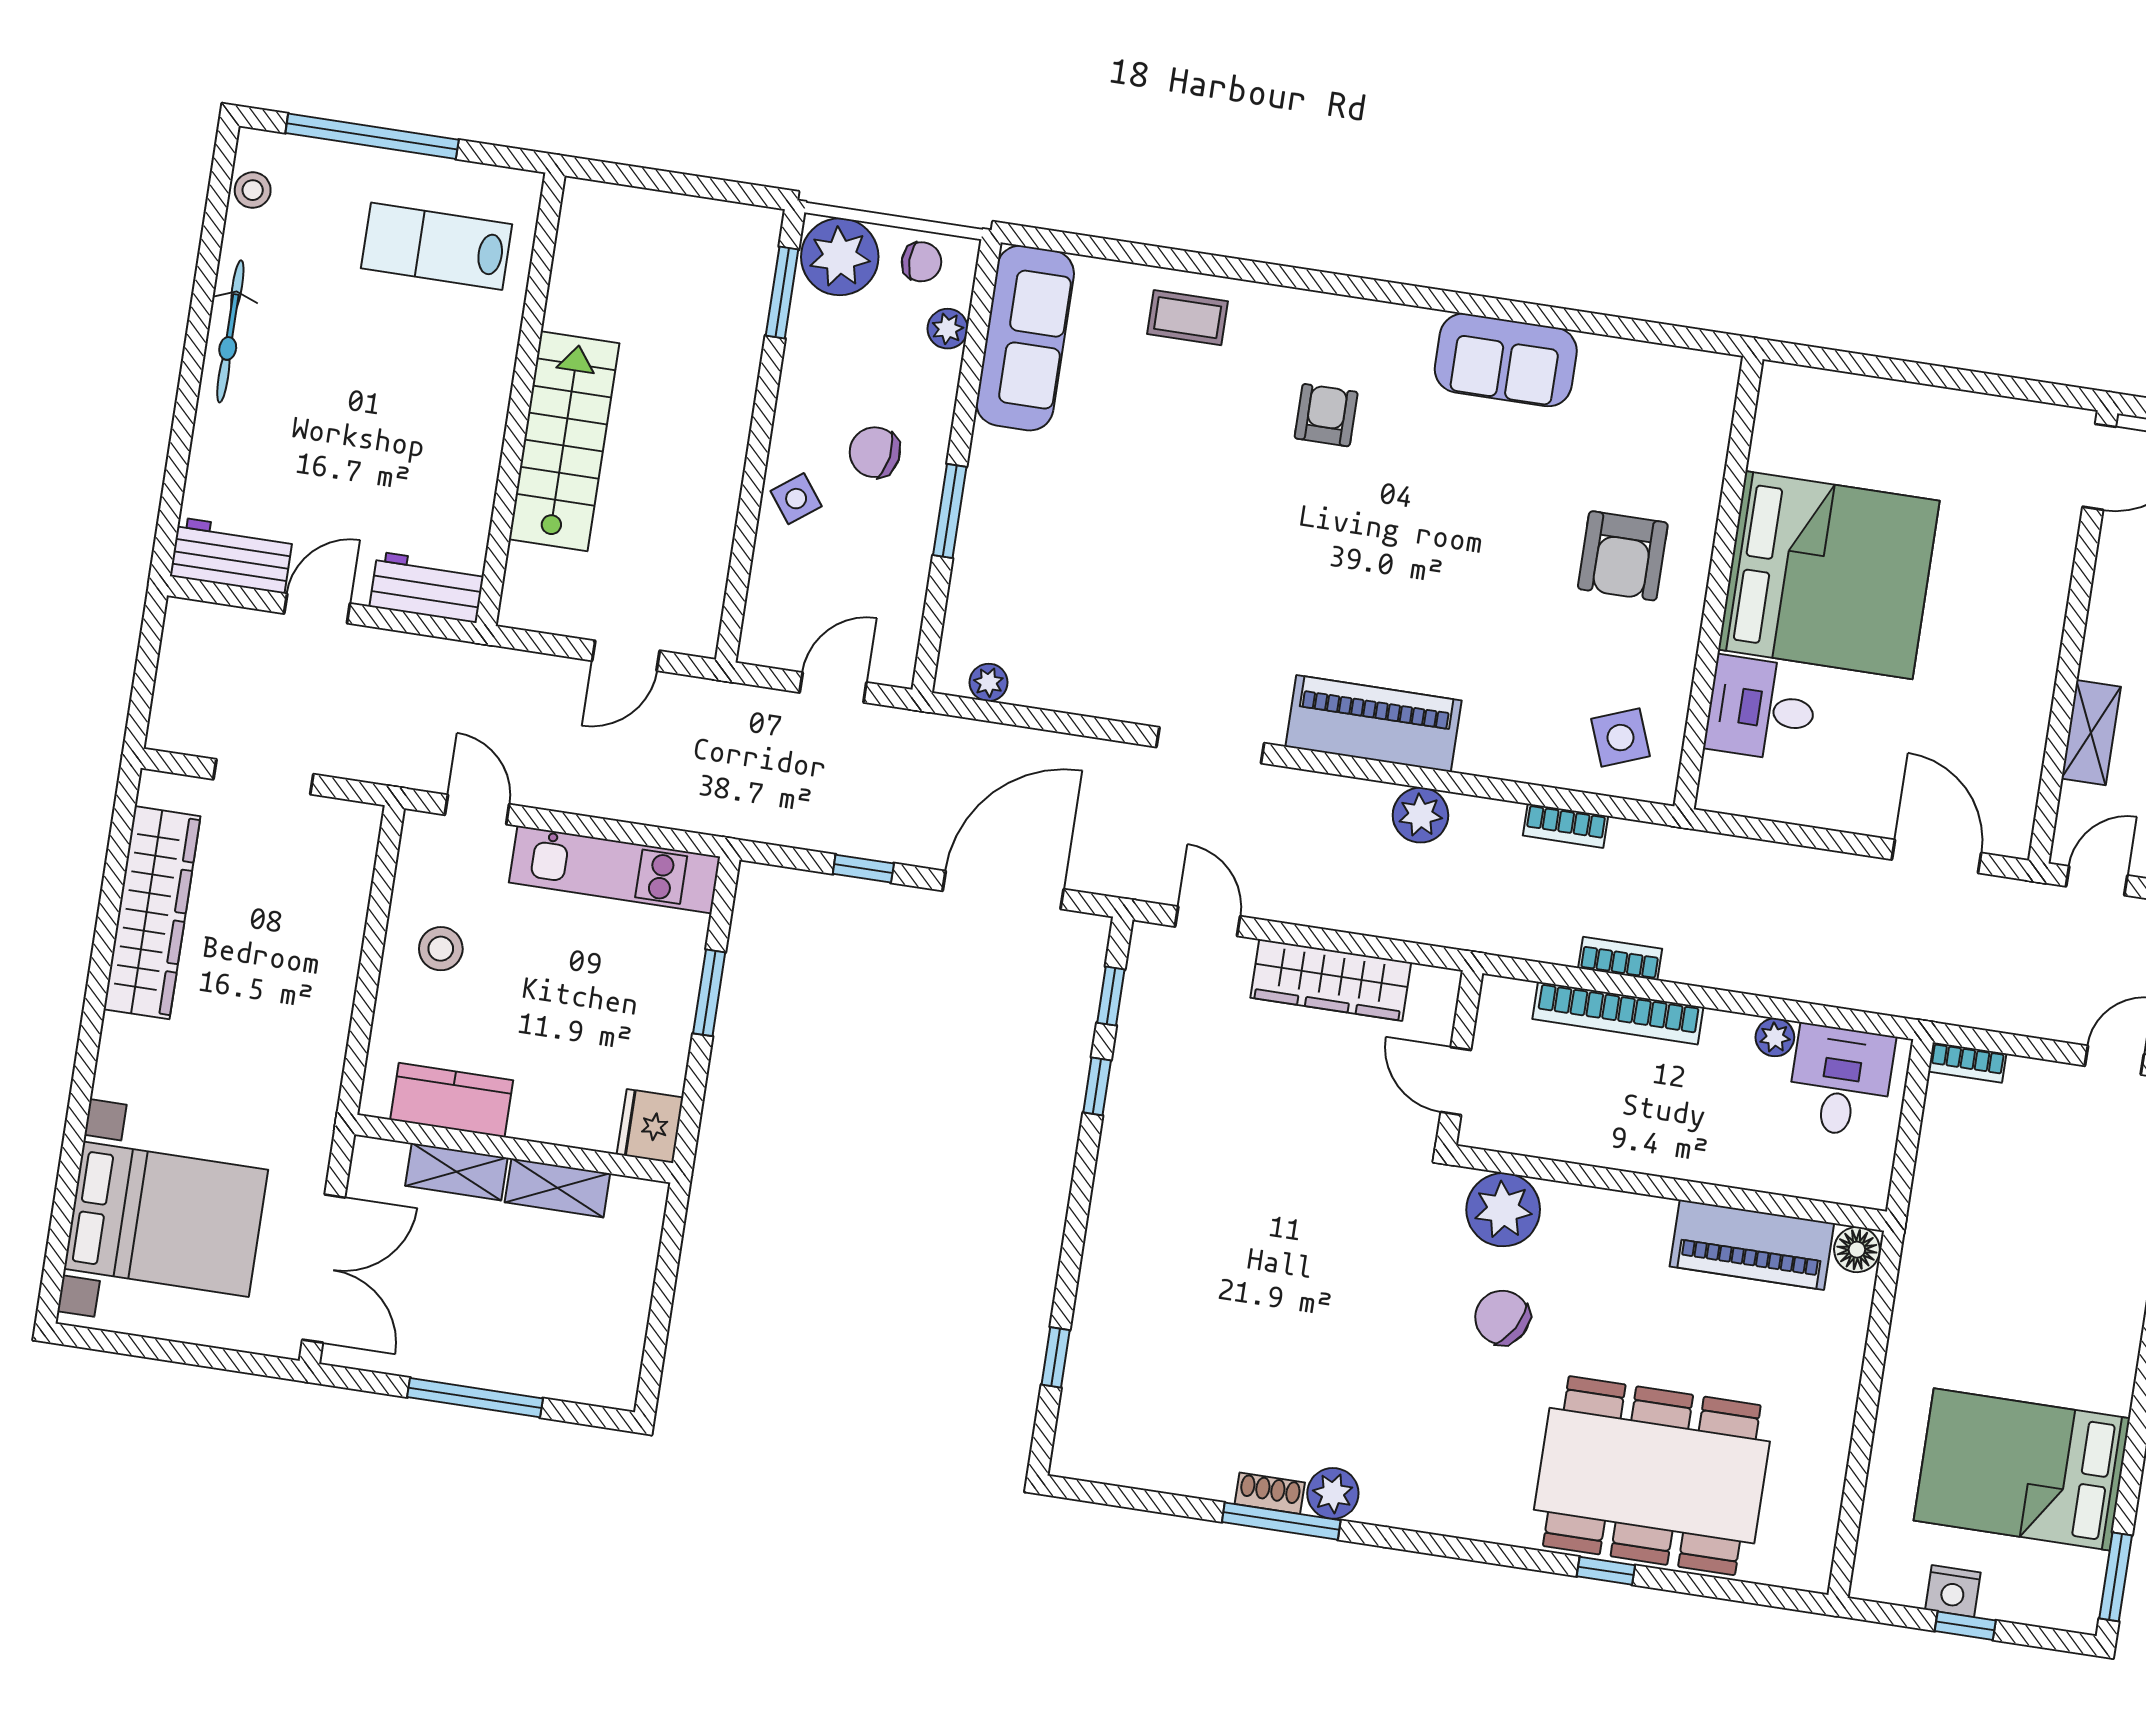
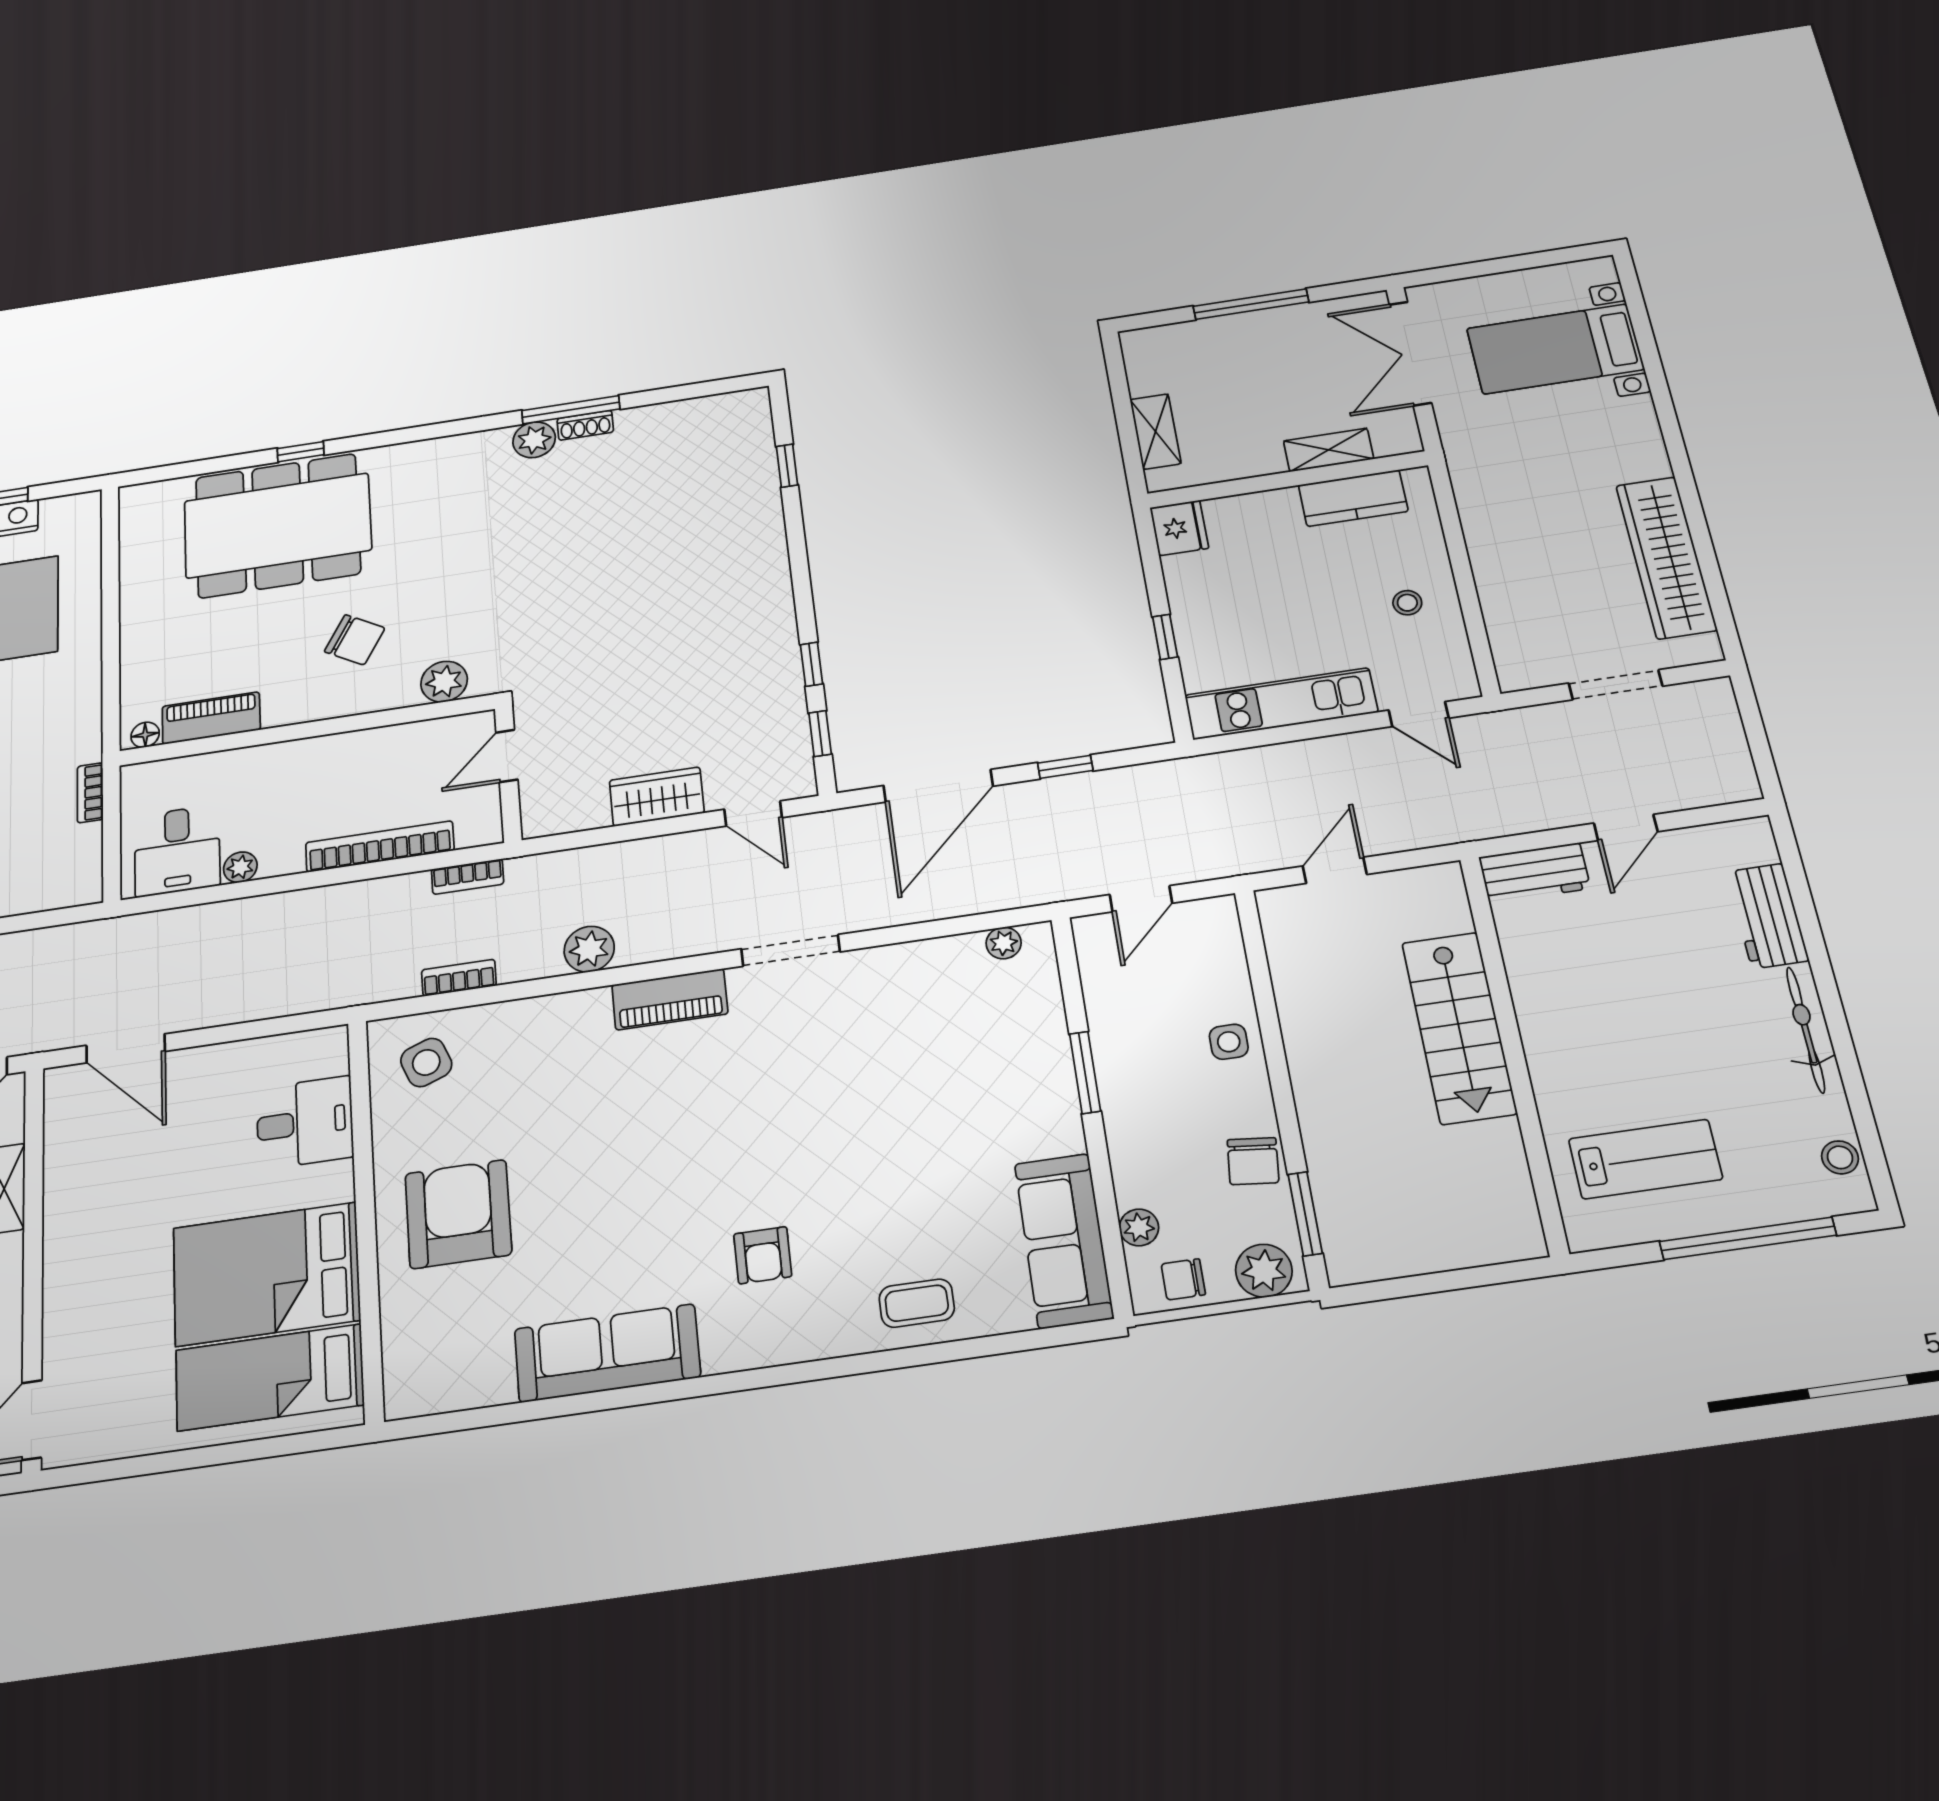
plant: (840, 257) -> (1264, 1271), width x0.73, depth x0.73
sofa: (1506, 360) -> (607, 1353), width x1.36
bed: (1849, 438) -> (270, 1377), added
chair: (875, 452) -> (1253, 1161), moved, turned 87
side table: (796, 499) -> (1229, 1042), turned 37
workbench: (232, 555) -> (1767, 916), moved, turned 90
armchair: (1623, 556) -> (458, 1214), width x1.36, depth x1.36
bed: (1829, 575) -> (266, 1274), width x0.73
piano: (1374, 724) -> (670, 999), width x0.73, depth x0.75
stool: (441, 949) -> (1407, 603), width x0.73, depth x0.73
bookcase: (1620, 958) -> (468, 877), moved
wardrobe: (1331, 980) -> (657, 797), width x0.67
window: (709, 993) -> (1165, 637), width x0.67
bookcase: (1967, 1062) -> (90, 793), moved, turned -90
door: (1456, 1081) -> (507, 756), swing flipped
shelving: (557, 1188) -> (1155, 431), moved, turned 90
plant: (1503, 1210) -> (444, 682), width x0.73, depth x0.73
bed with nightstands: (166, 1219) -> (1555, 349), width x0.73
piano: (1752, 1245) -> (211, 718), width x0.73, depth x0.75
floor lamp: (1857, 1250) -> (145, 735), width x0.73, depth x0.73
chair: (1502, 1317) -> (355, 640), moved

